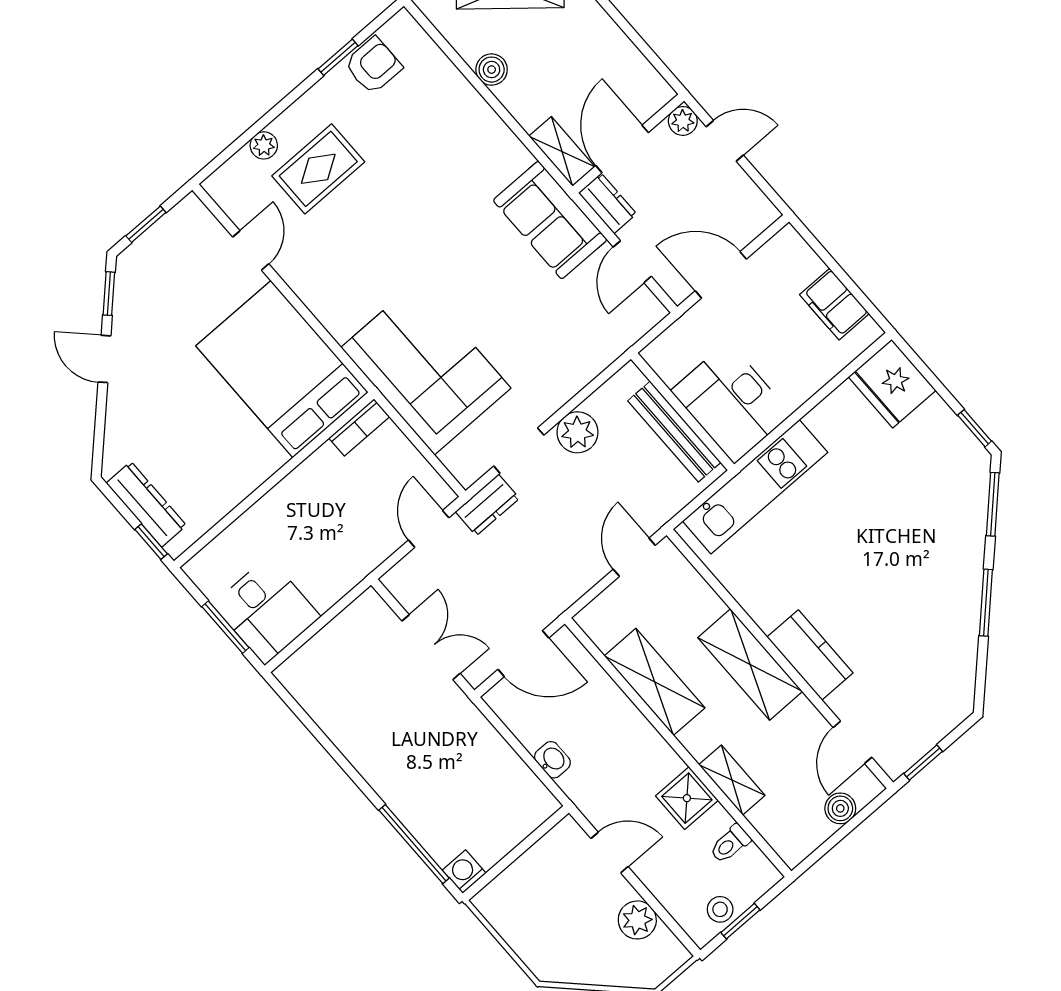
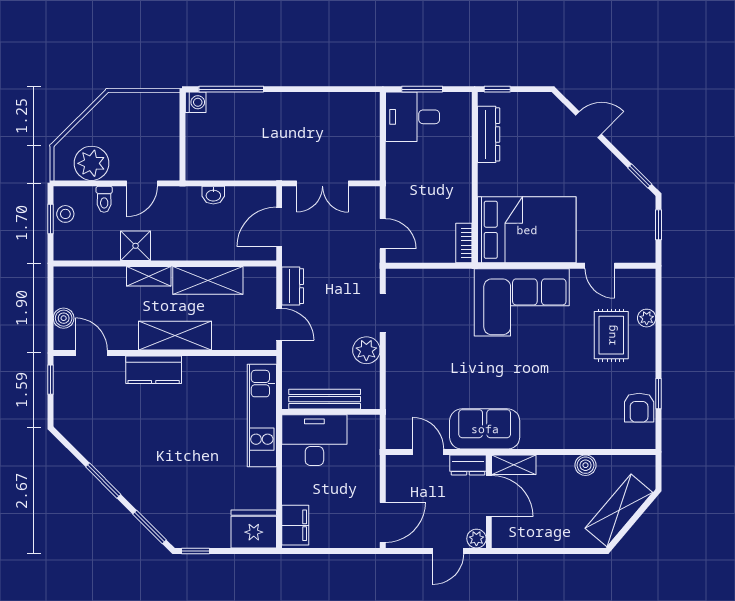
door: (721, 275) -> (383, 522), moved
filing cabinet: (834, 304) -> (295, 525), moved, turned 90
door: (104, 359) -> (588, 125), moved
corner sofa: (426, 368) -> (522, 302), moved
dresser: (146, 504) -> (489, 134), moved, turned -90
dresser: (487, 505) -> (293, 286), moved, turned 180
shelving: (732, 780) -> (149, 276), moved
toilet: (730, 844) -> (104, 199), moved, turned 180
plant: (637, 920) -> (92, 163), width x1.36, depth x1.36

